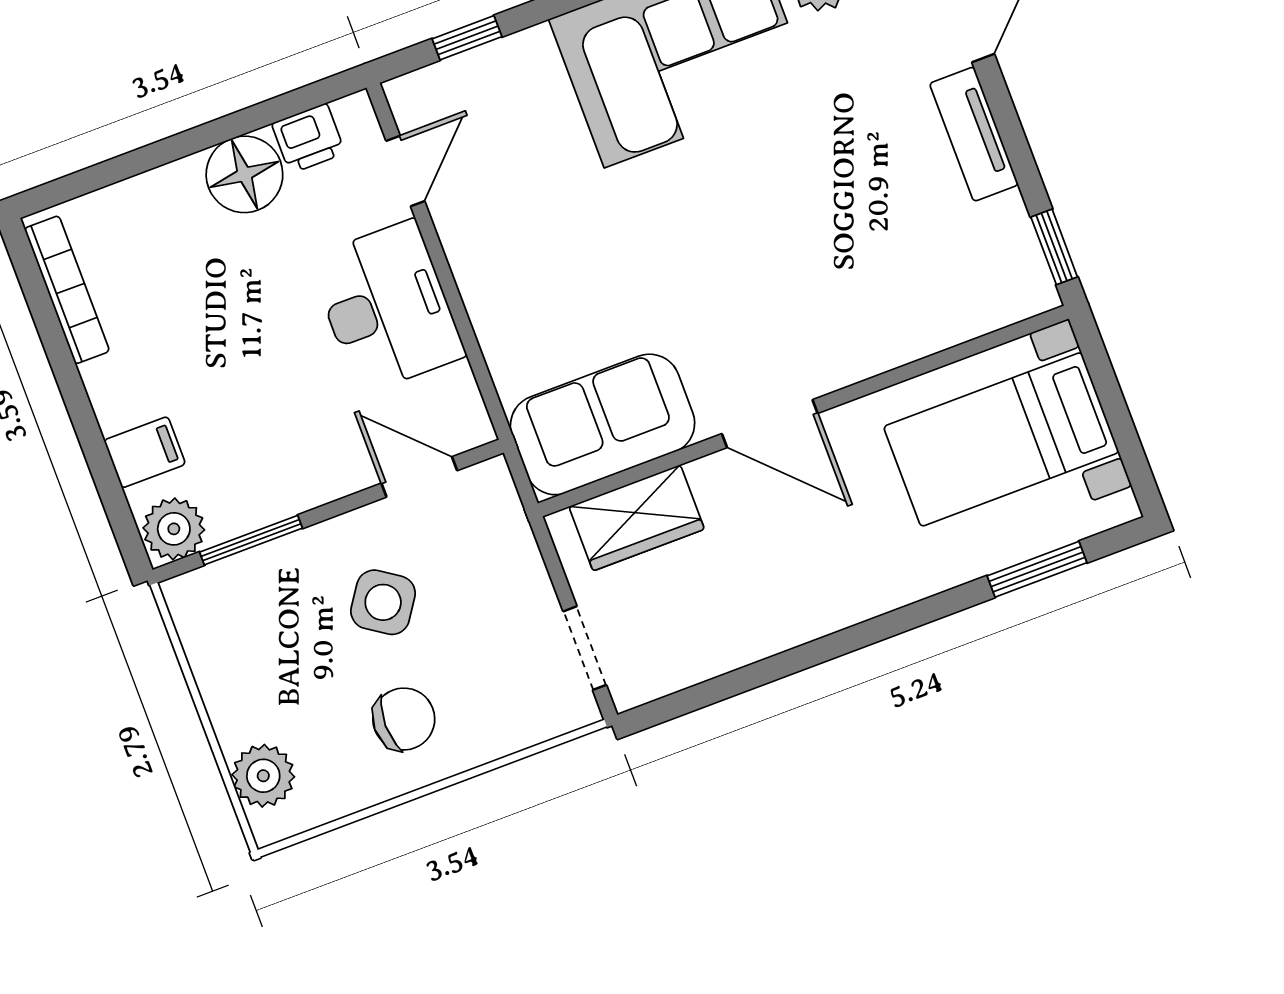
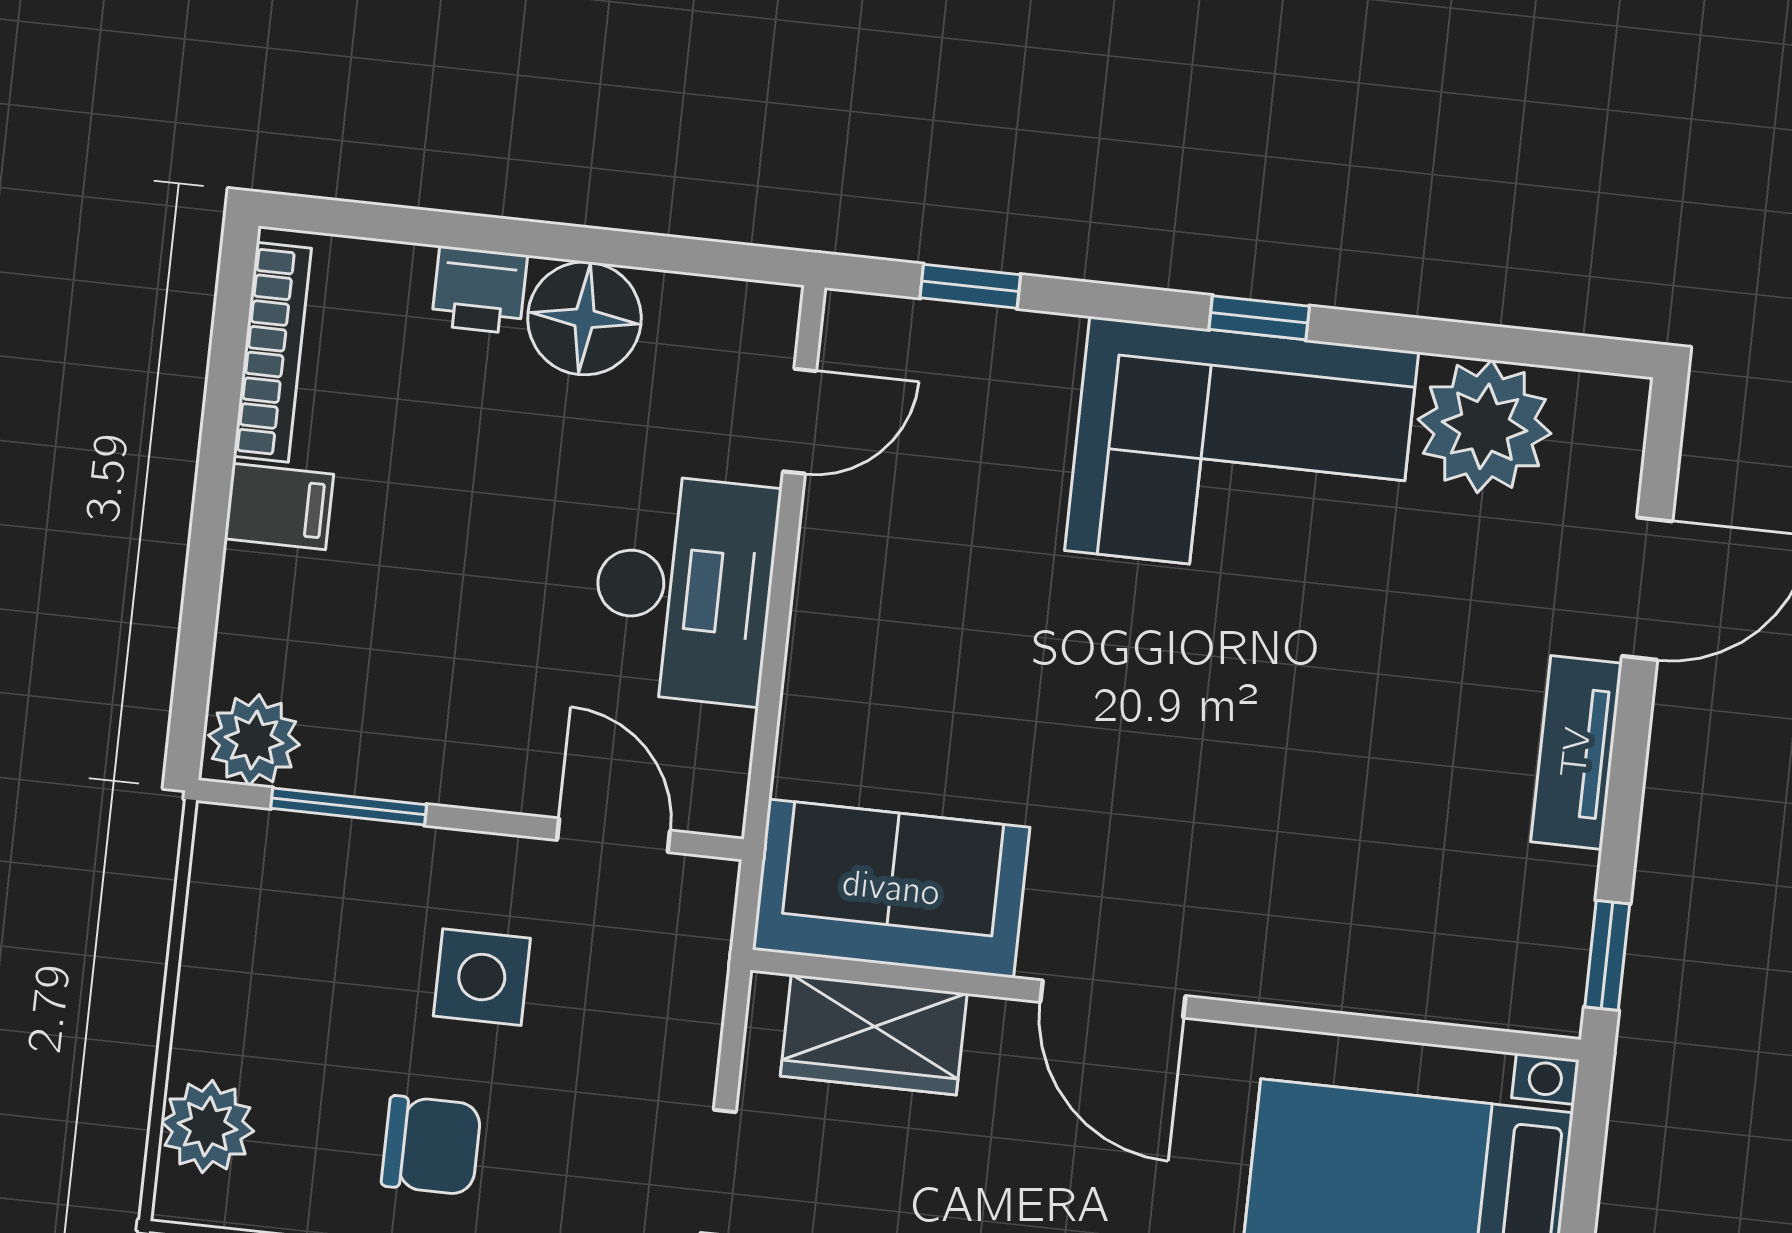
printer: (308, 138) -> (479, 290), moved
filing cabinet: (145, 452) -> (279, 507), moved
side table: (383, 602) -> (482, 977), turned -34

